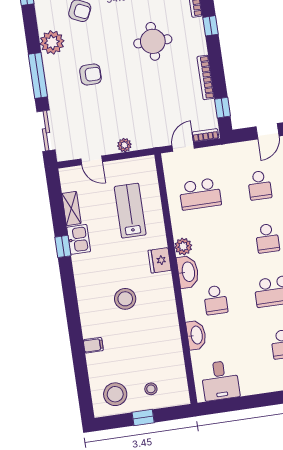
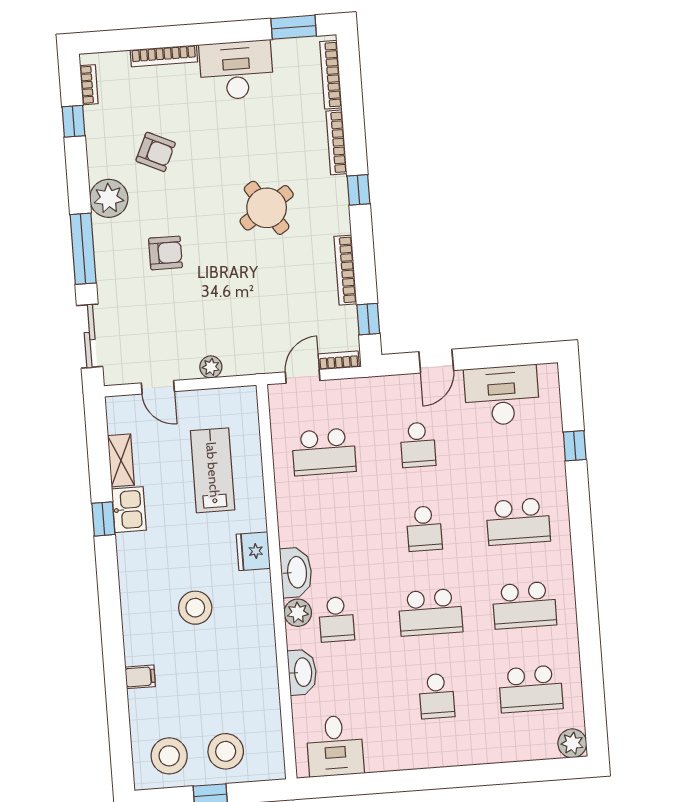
round table: (153, 41) -> (267, 208), turned -33
plant: (183, 246) -> (298, 613), moved
stool: (151, 389) -> (226, 751), width x1.89, depth x1.89

